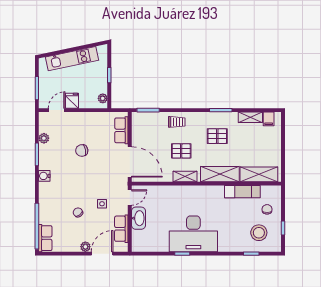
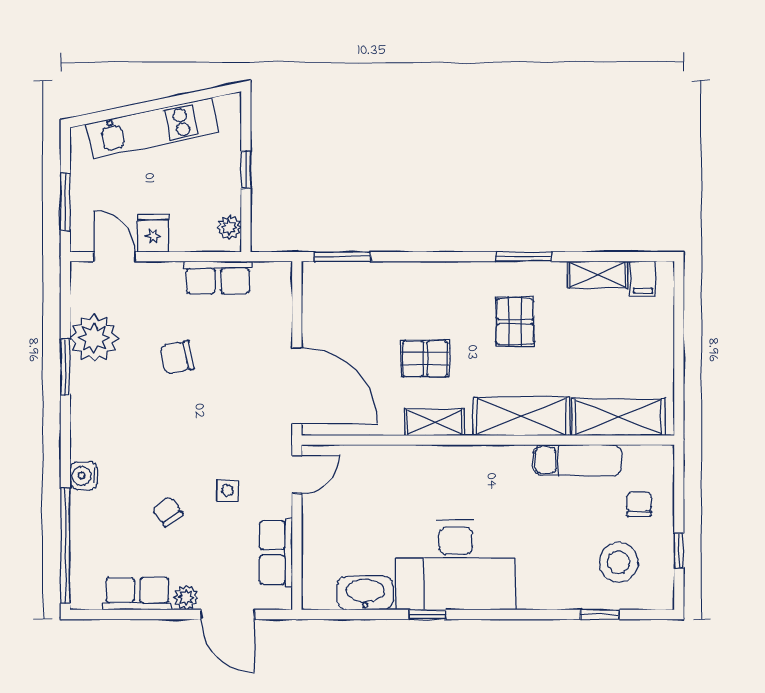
door: (57, 110) -> (115, 257), hinge flipped
trolley: (177, 122) -> (414, 286), removed
row of seats: (121, 130) -> (218, 277), moved, turned -90
pallet: (217, 136) -> (515, 321), turned 90
plant: (44, 138) -> (94, 338), width x1.88, depth x1.88
water cooler: (44, 176) -> (84, 476), moved
washbasin: (138, 218) -> (365, 593), moved, turned -90
row of seats: (45, 238) -> (137, 594), moved, turned -90
door: (102, 254) -> (228, 615), swing flipped

